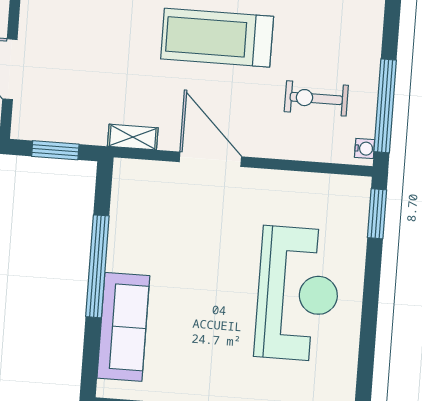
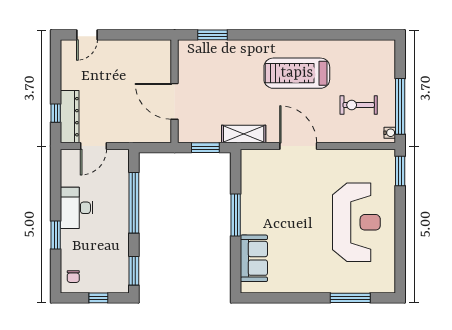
shelving: (133, 137) -> (244, 134), width x1.50, depth x1.33
window: (97, 266) -> (236, 215), width x0.68
sofa: (123, 327) -> (254, 258), width x0.73

